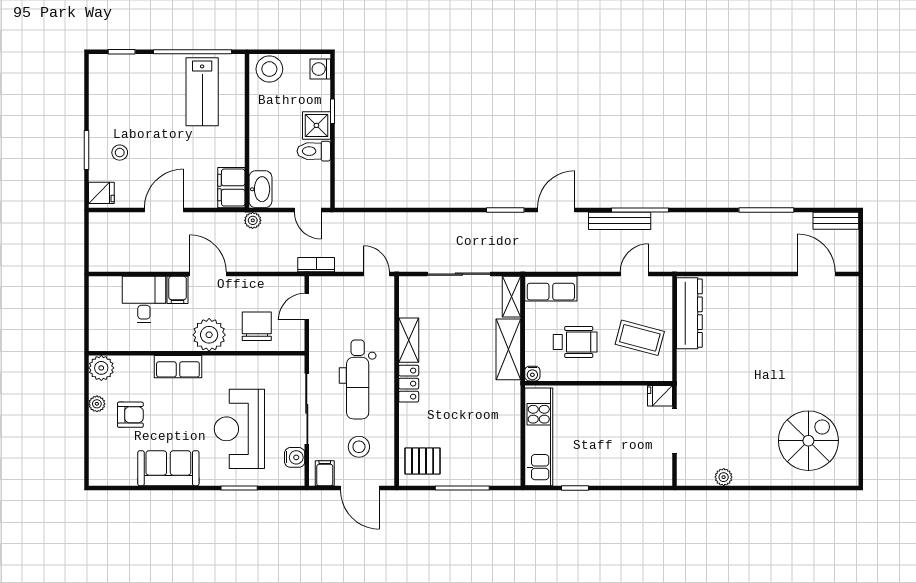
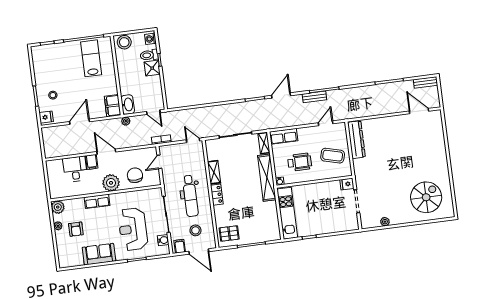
lab bench: (202, 92) -> (91, 58), turned 180
toilet: (314, 151) -> (149, 55), moved
bench: (620, 221) -> (314, 97), width x0.73
shelving: (508, 349) -> (267, 178), width x1.47
armchair: (130, 415) -> (76, 229), turned 90

